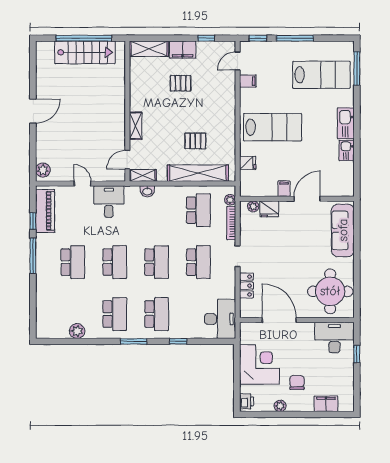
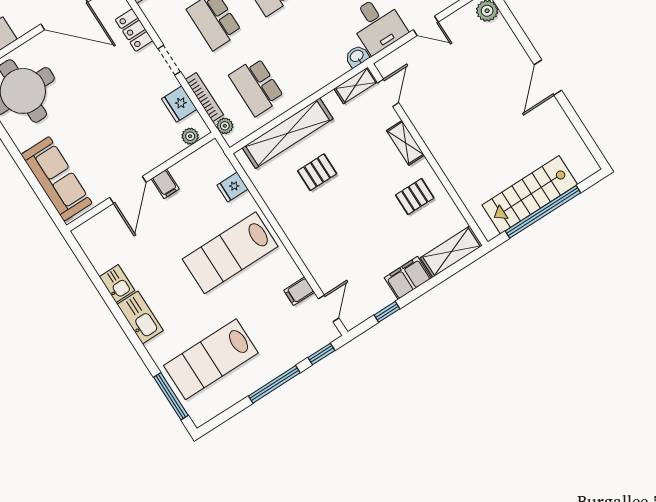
pallet: (181, 83) -> (415, 196), moved
washbasin: (147, 191) -> (357, 56), moved
fridge: (269, 209) -> (179, 104), moved, turned -90

